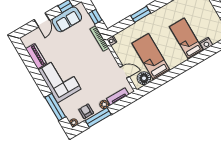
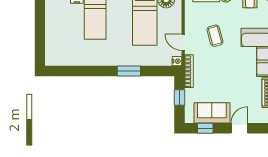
door: (125, 72) -> (183, 42), moved
coffee table: (96, 73) -> (215, 36), added

